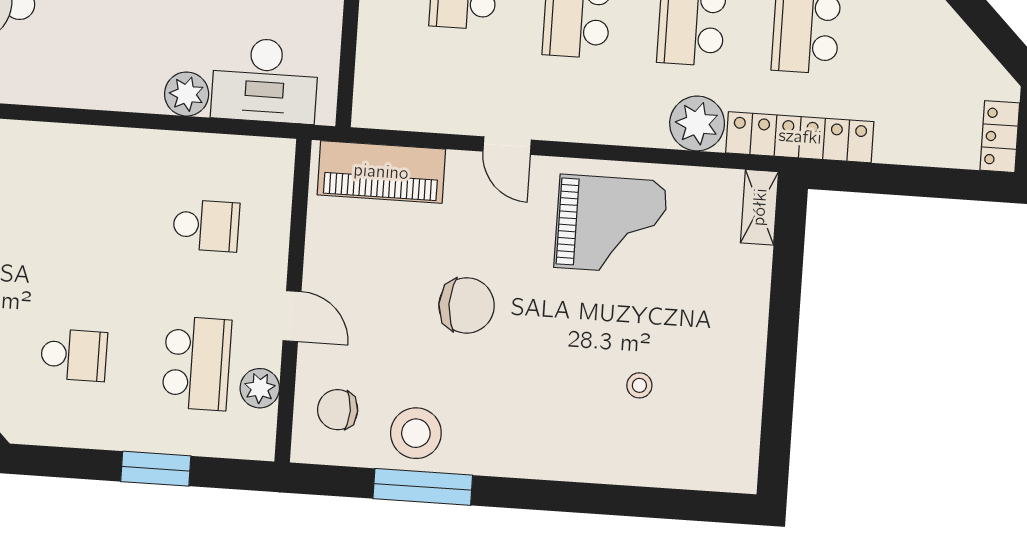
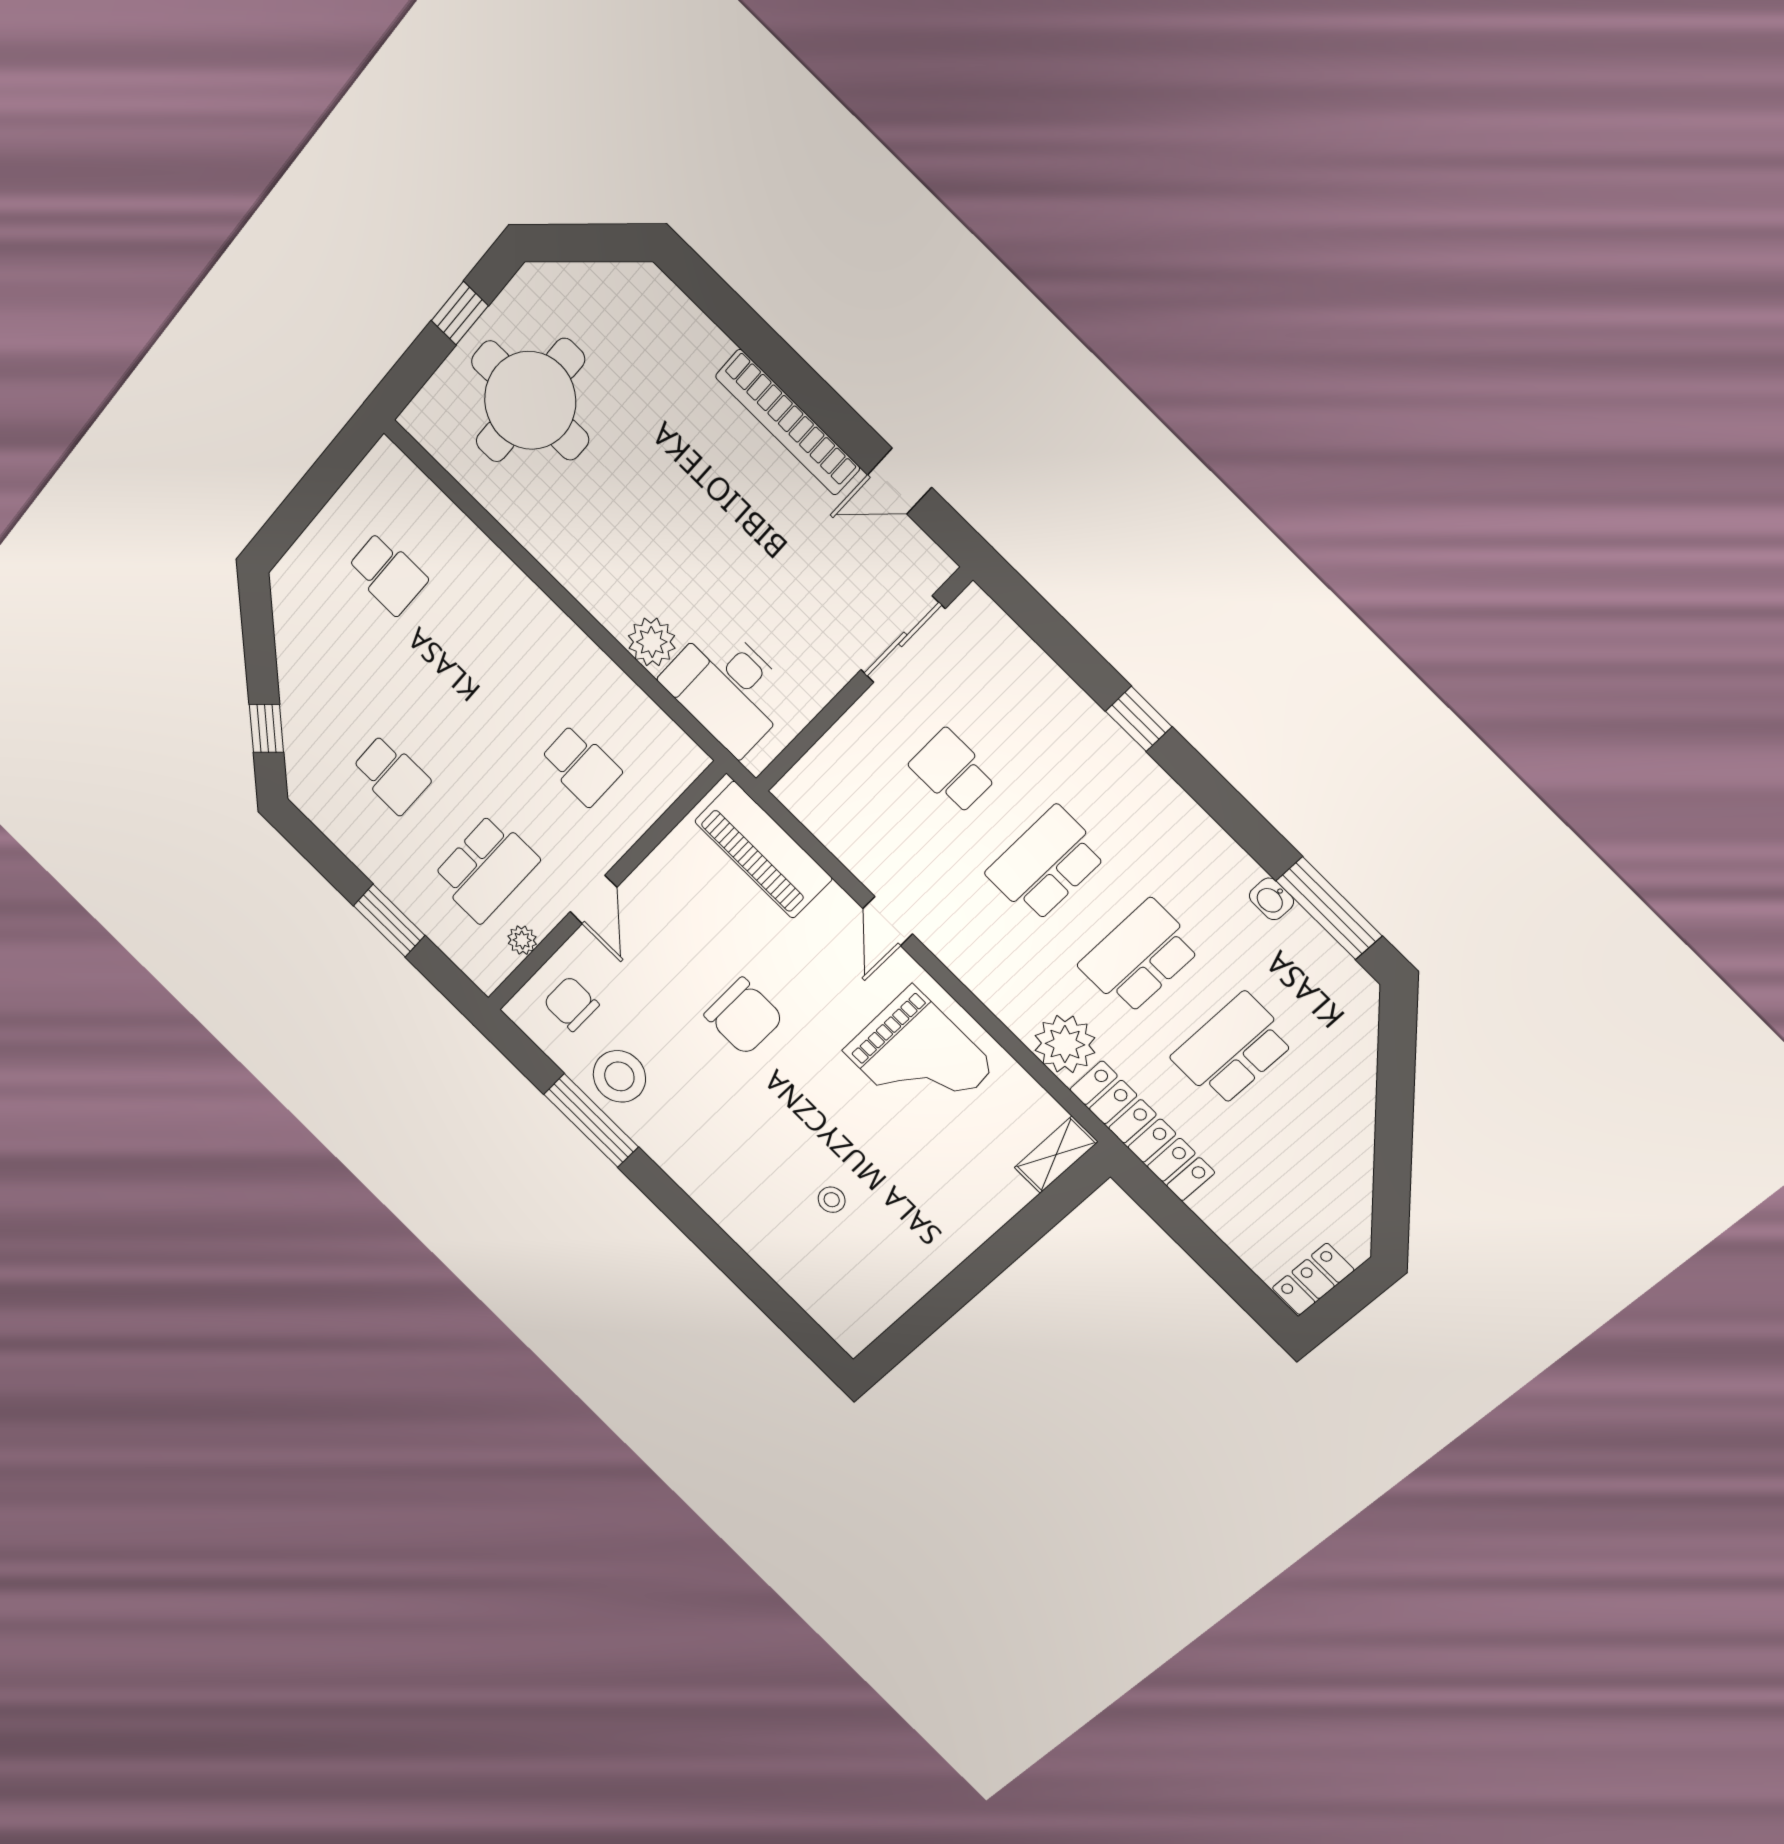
plant: (260, 388) -> (522, 940), width x0.73, depth x0.73

